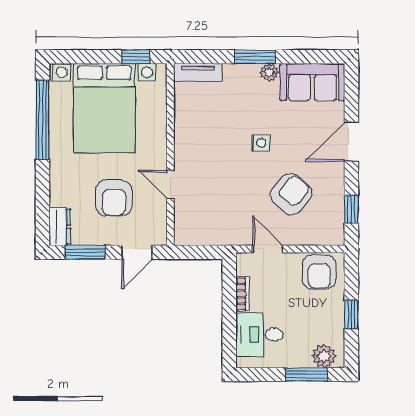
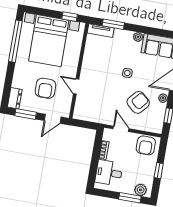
window: (255, 57) -> (113, 24), moved
plant: (336, 178) -> (163, 98), added

